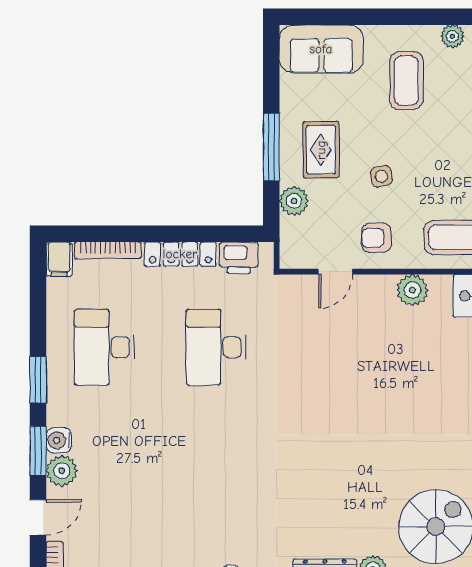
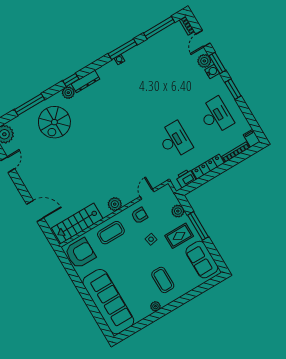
sofa: (321, 49) -> (202, 260), moved, turned -90
rug: (321, 150) -> (179, 236), turned 90

